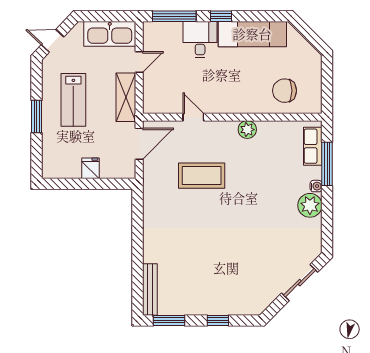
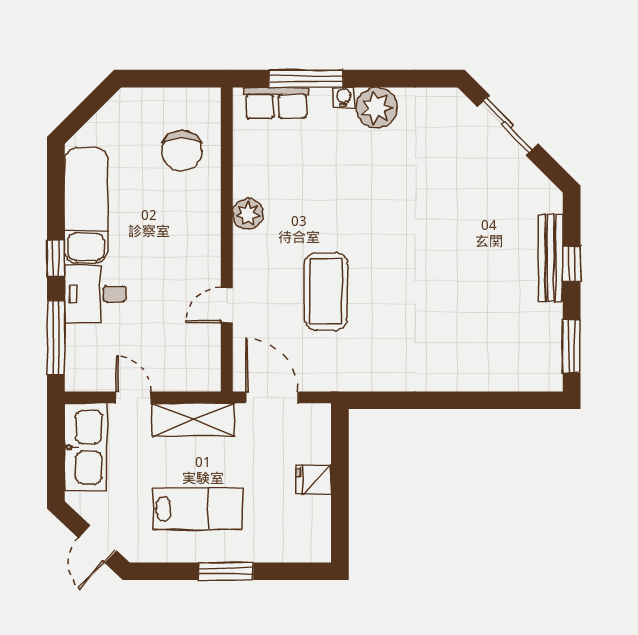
bench: (150, 289) -> (551, 258), moved, turned 90

